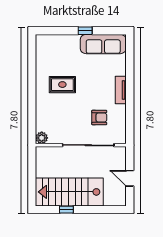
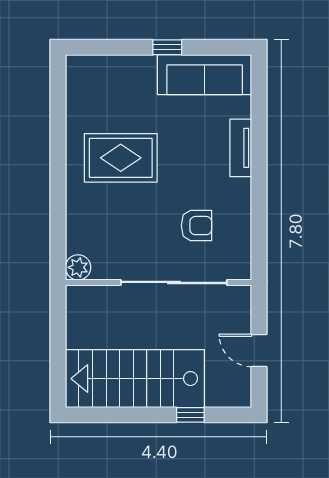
rug: (62, 85) -> (121, 158), width x1.36, depth x1.43
tv unit: (121, 90) -> (241, 148), moved
window: (66, 210) -> (190, 415), moved

